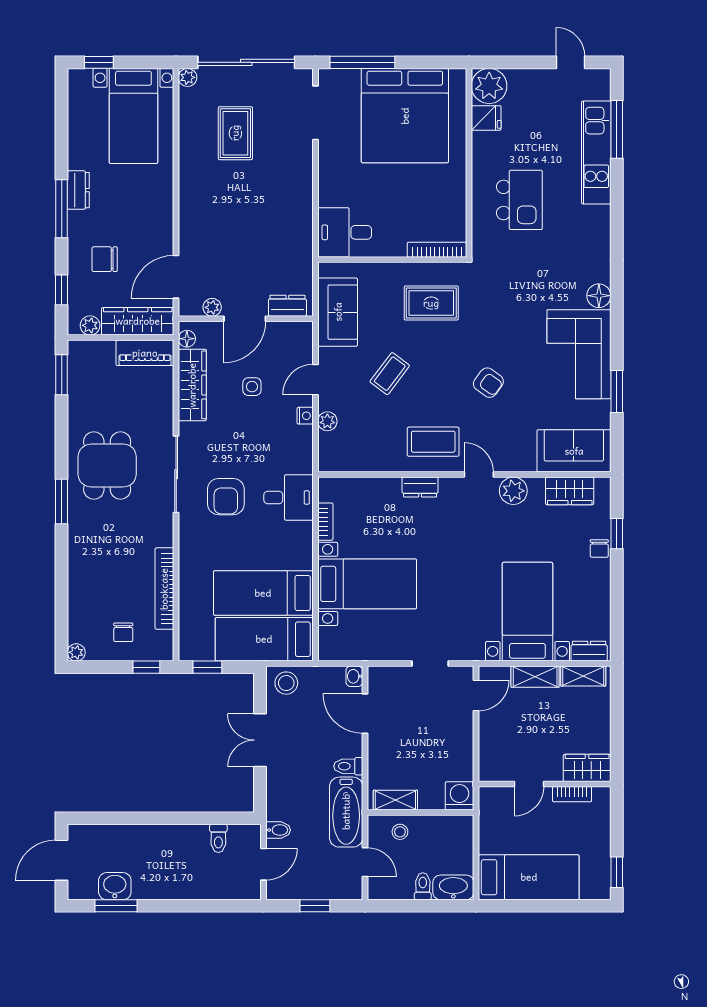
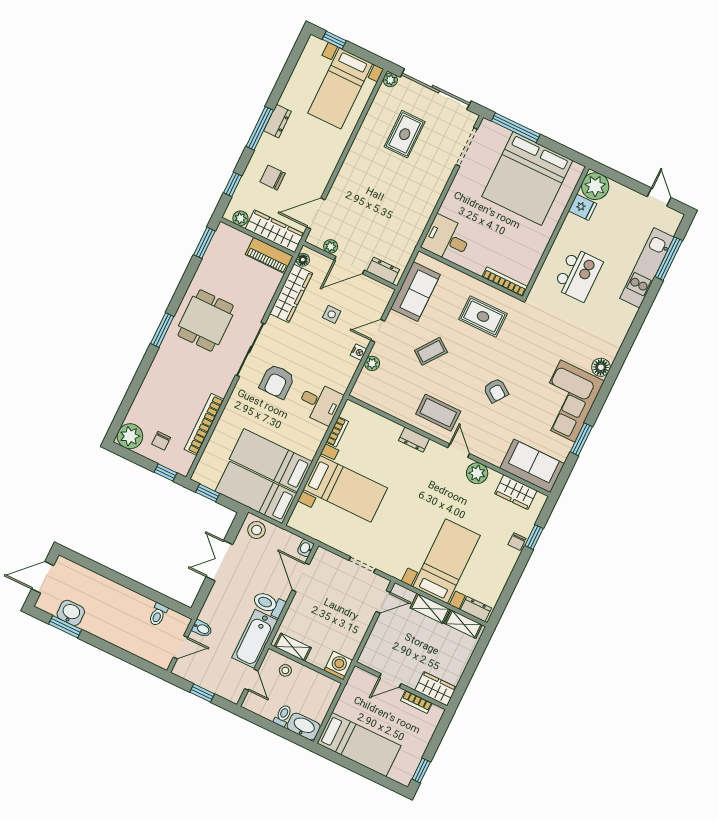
plant: (76, 652) -> (130, 436), width x1.88, depth x1.88
toilet: (348, 766) -> (269, 604), width x1.37, depth x1.39

